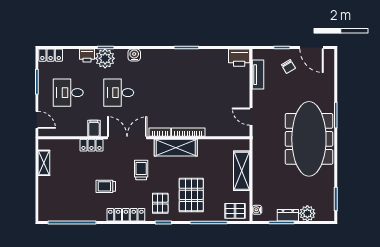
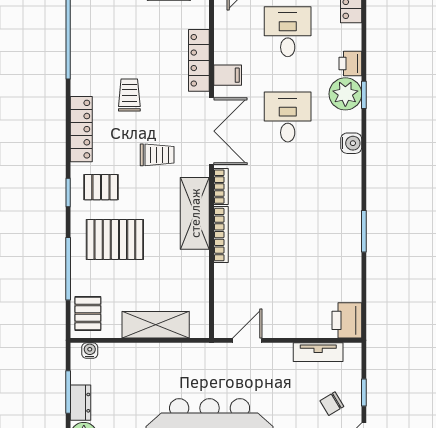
locker: (91, 145) -> (199, 60), width x1.53

